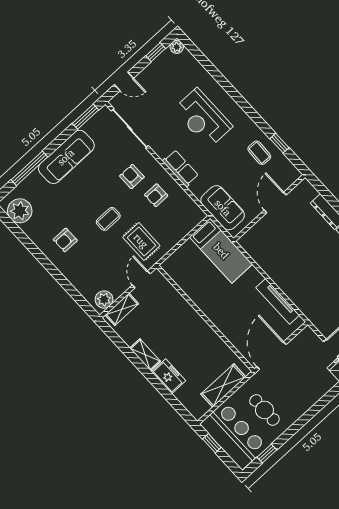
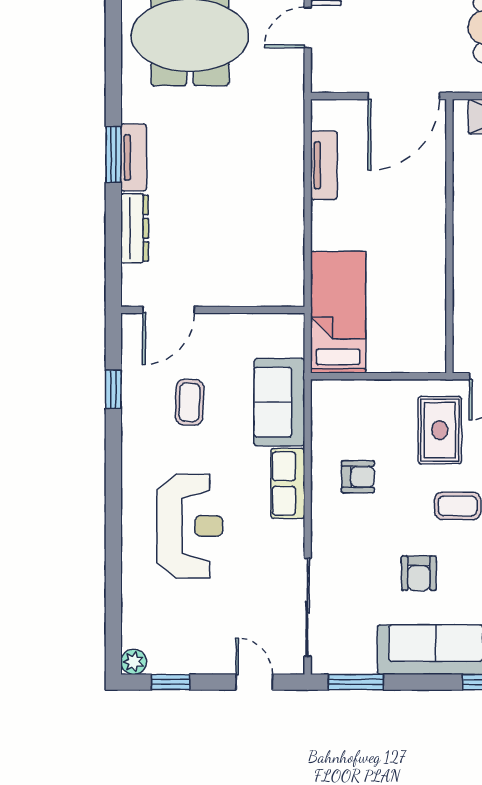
coffee table: (259, 153) -> (189, 402), moved
armchair: (132, 176) -> (419, 573), moved
door: (275, 202) -> (169, 310), moved
sofa: (223, 208) -> (279, 402), moved
tv unit: (278, 301) -> (324, 165), width x0.71

